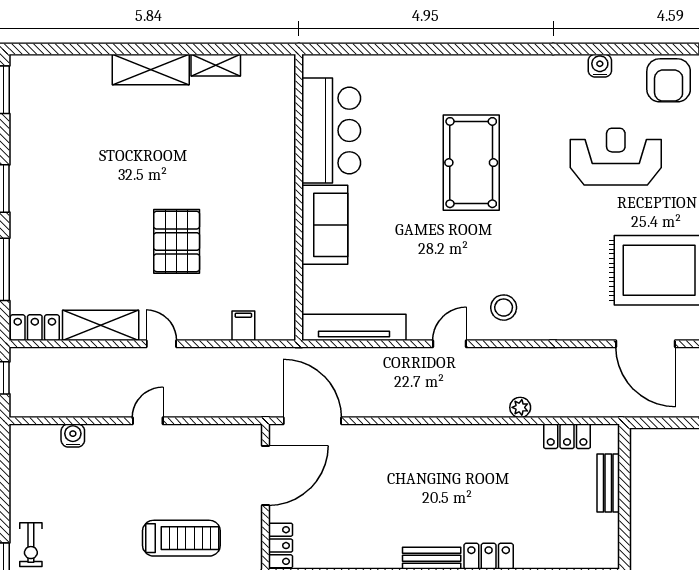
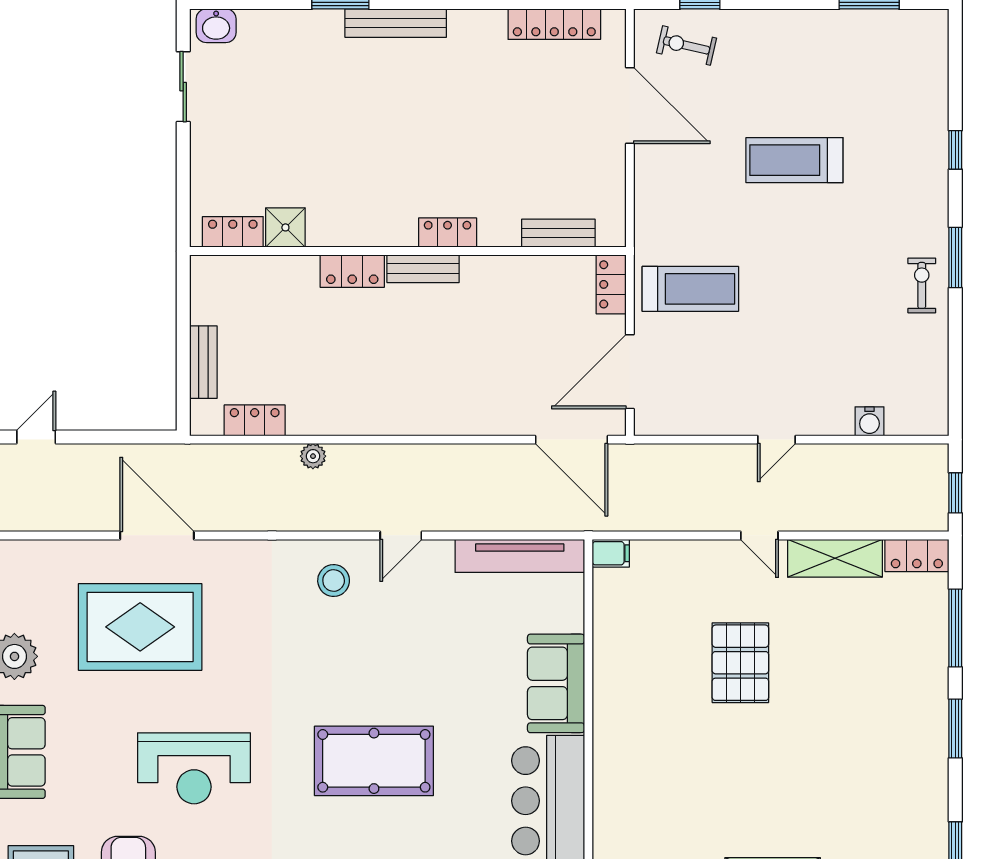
pool table: (471, 163) -> (374, 761), turned 90
filing cabinet: (243, 326) -> (611, 553), moved, turned -90
treadmill: (181, 538) -> (690, 289), moved, turned 180

